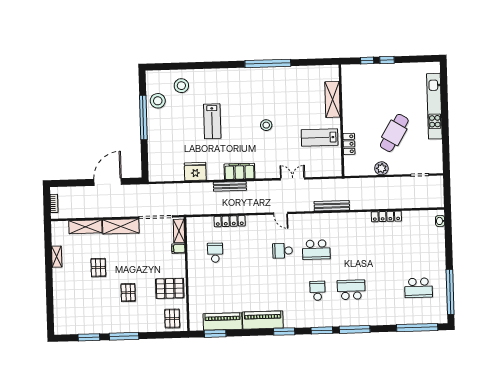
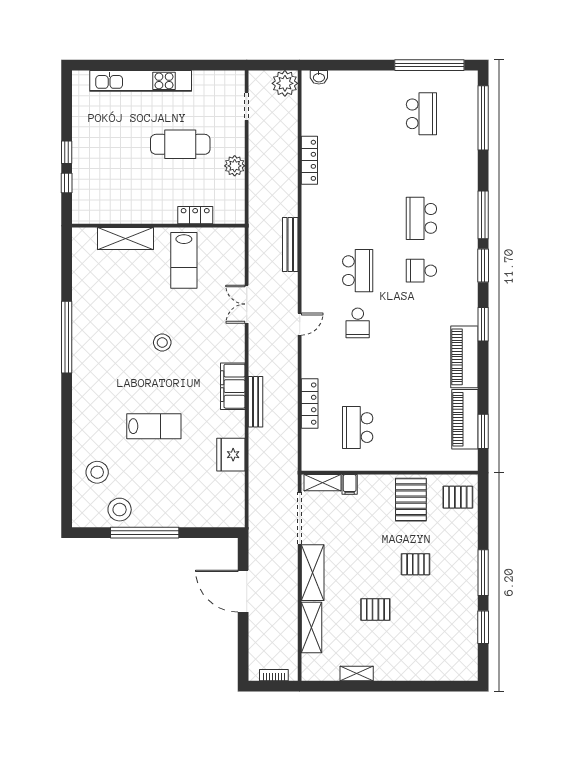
cafe table: (394, 133) -> (180, 144), turned -31
plant: (436, 199) -> (285, 83), added
school desk: (215, 253) -> (358, 428), width x1.85

